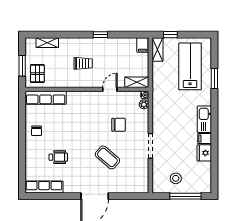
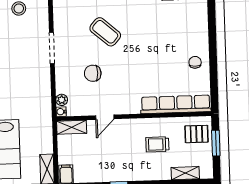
trolley: (83, 63) -> (157, 144), moved
pallet: (37, 74) -> (196, 134), turned 90
row of seats: (46, 98) -> (176, 104), width x1.36
wheelchair: (58, 157) -> (167, 30), removed

